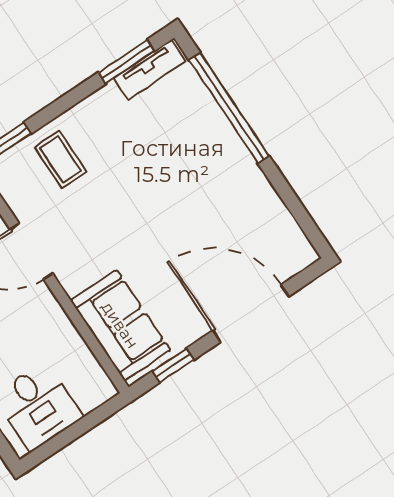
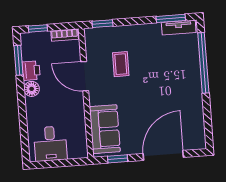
coffee table: (61, 160) -> (121, 64), moved
door: (251, 313) -> (163, 155), hinge flipped

